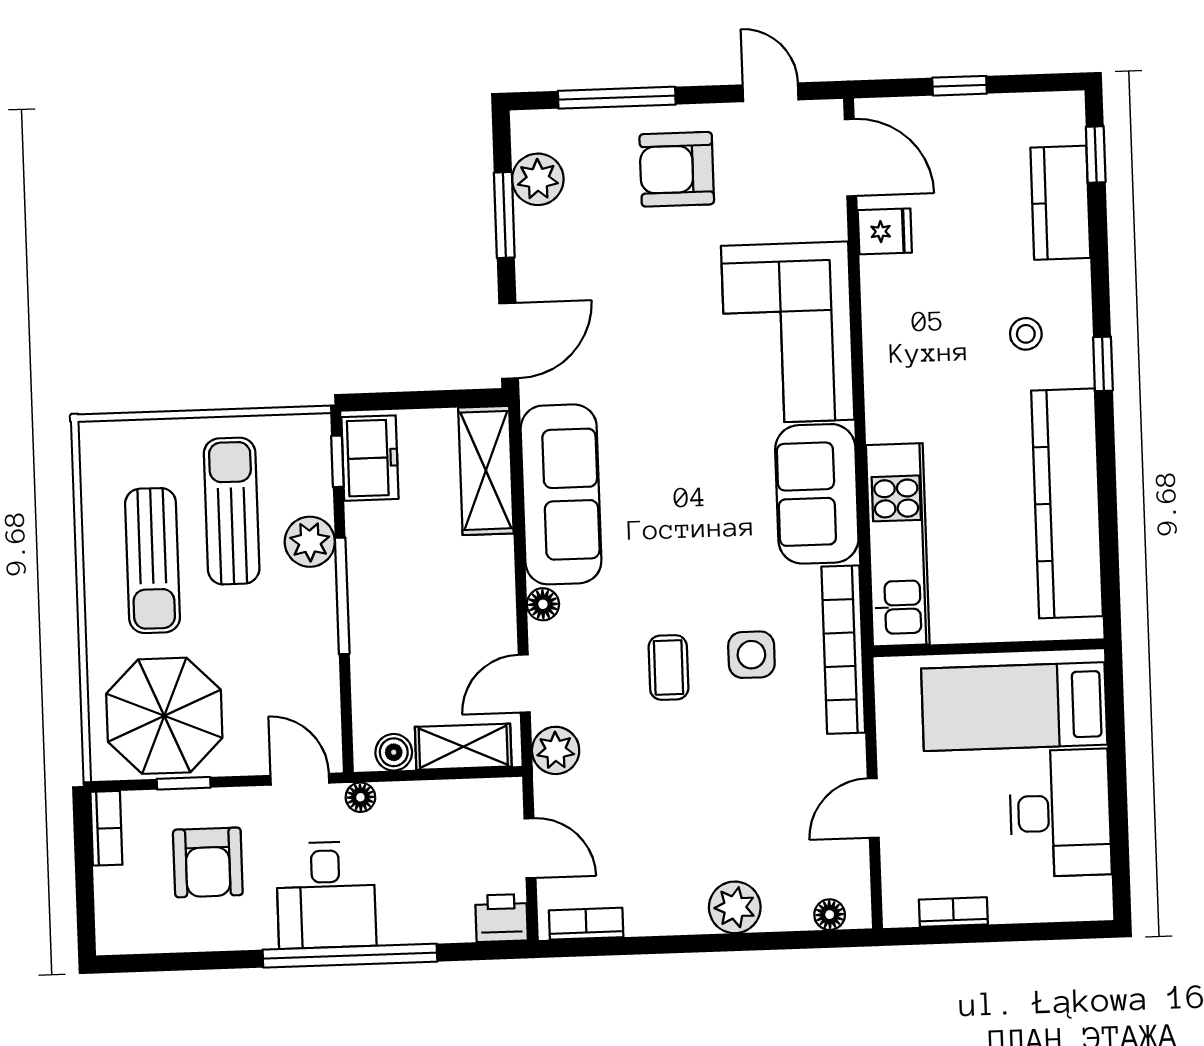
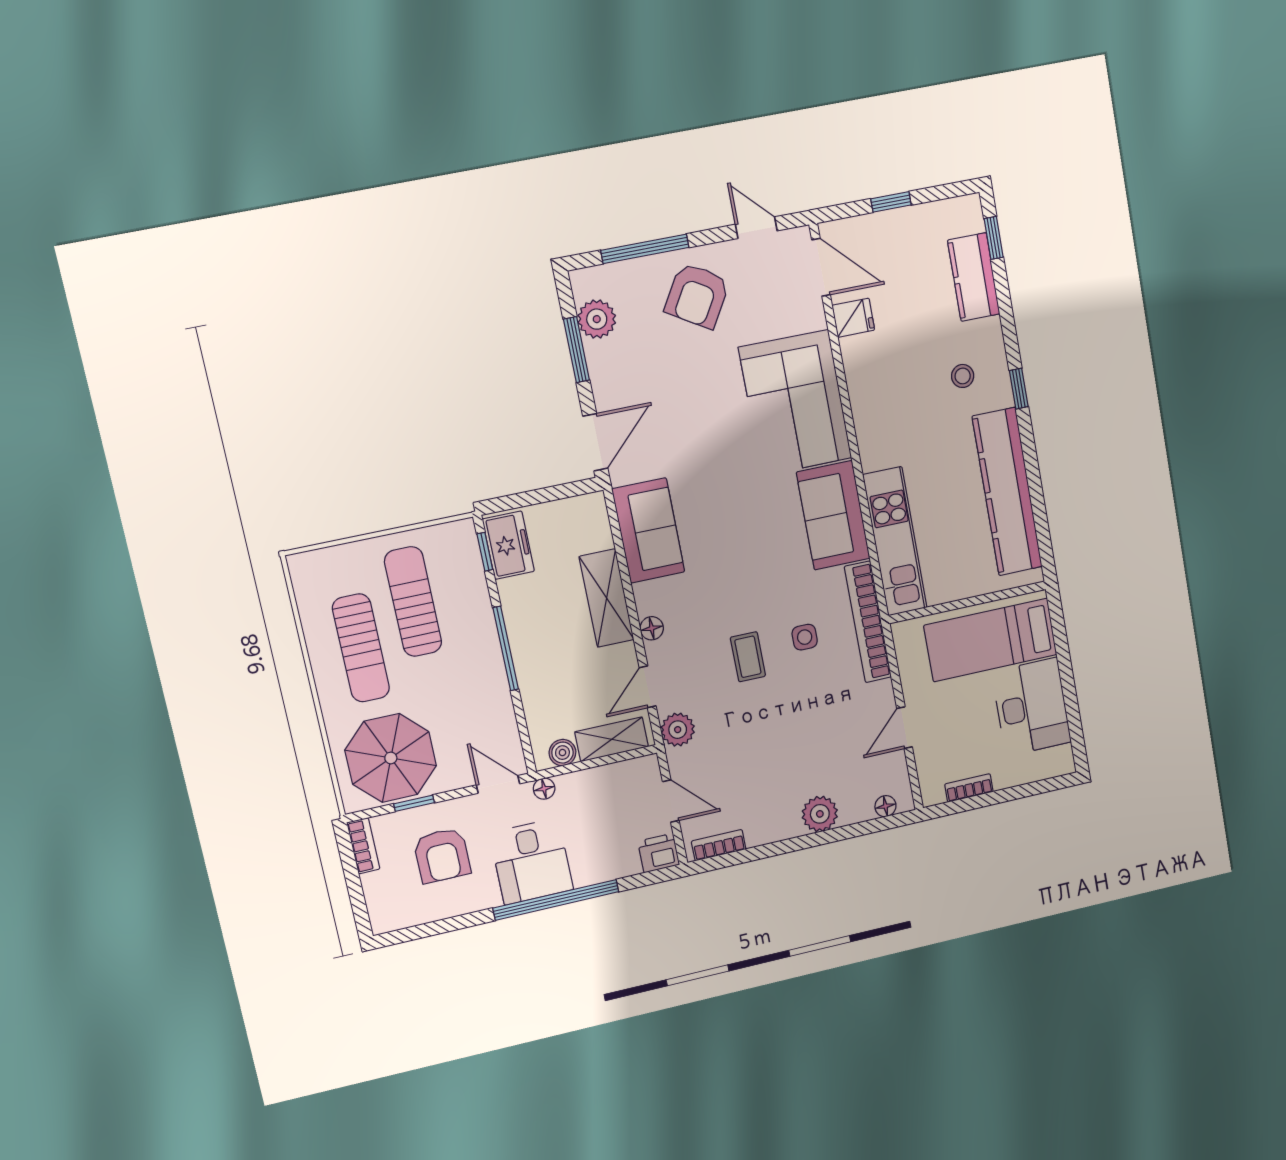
armchair: (677, 169) -> (697, 296), turned -59
shelving: (486, 470) -> (607, 598), moved
sofa: (561, 494) -> (648, 530), width x0.73
plant: (310, 542) -> (475, 614), removed
side table: (751, 655) -> (805, 637), width x0.73, depth x0.73

